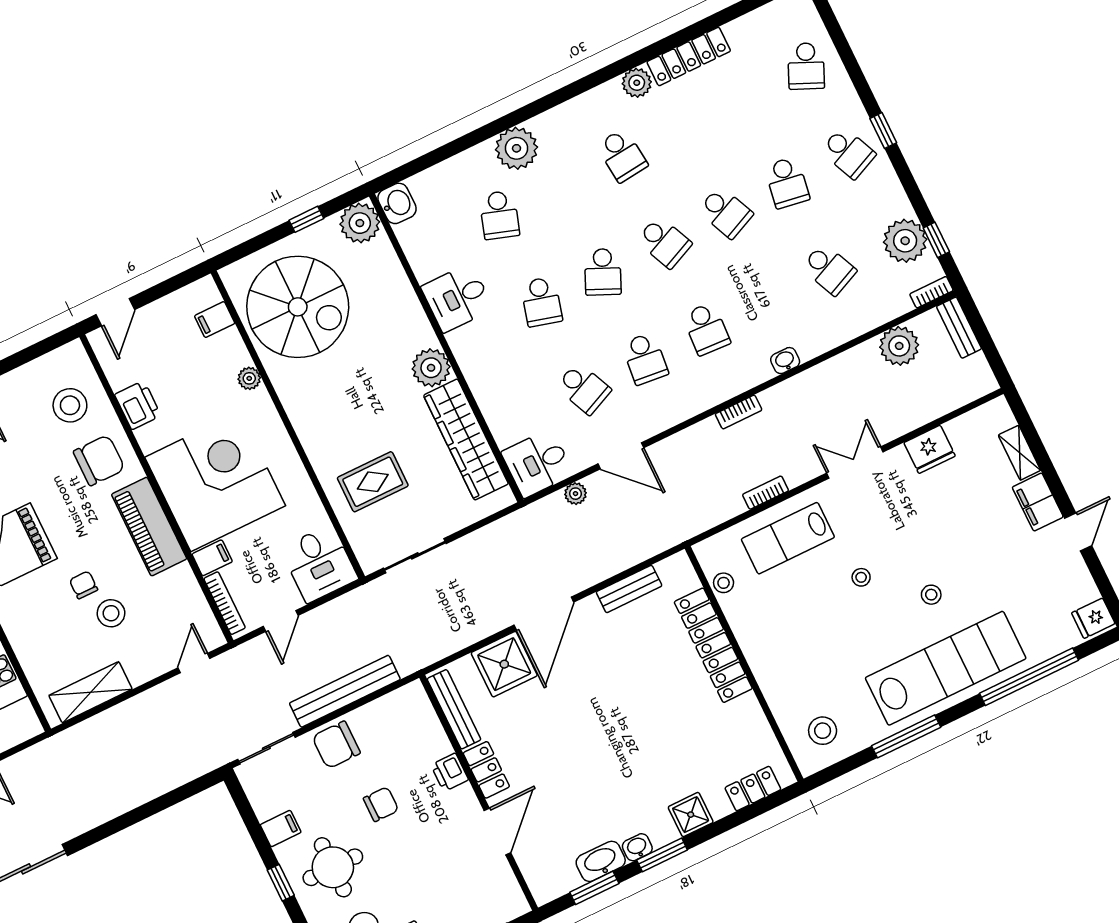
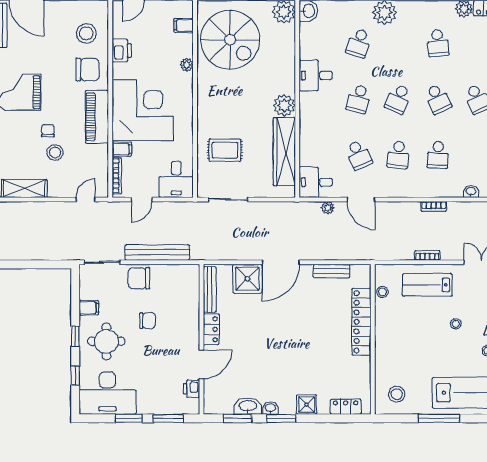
printer: (450, 772) -> (191, 389), moved

